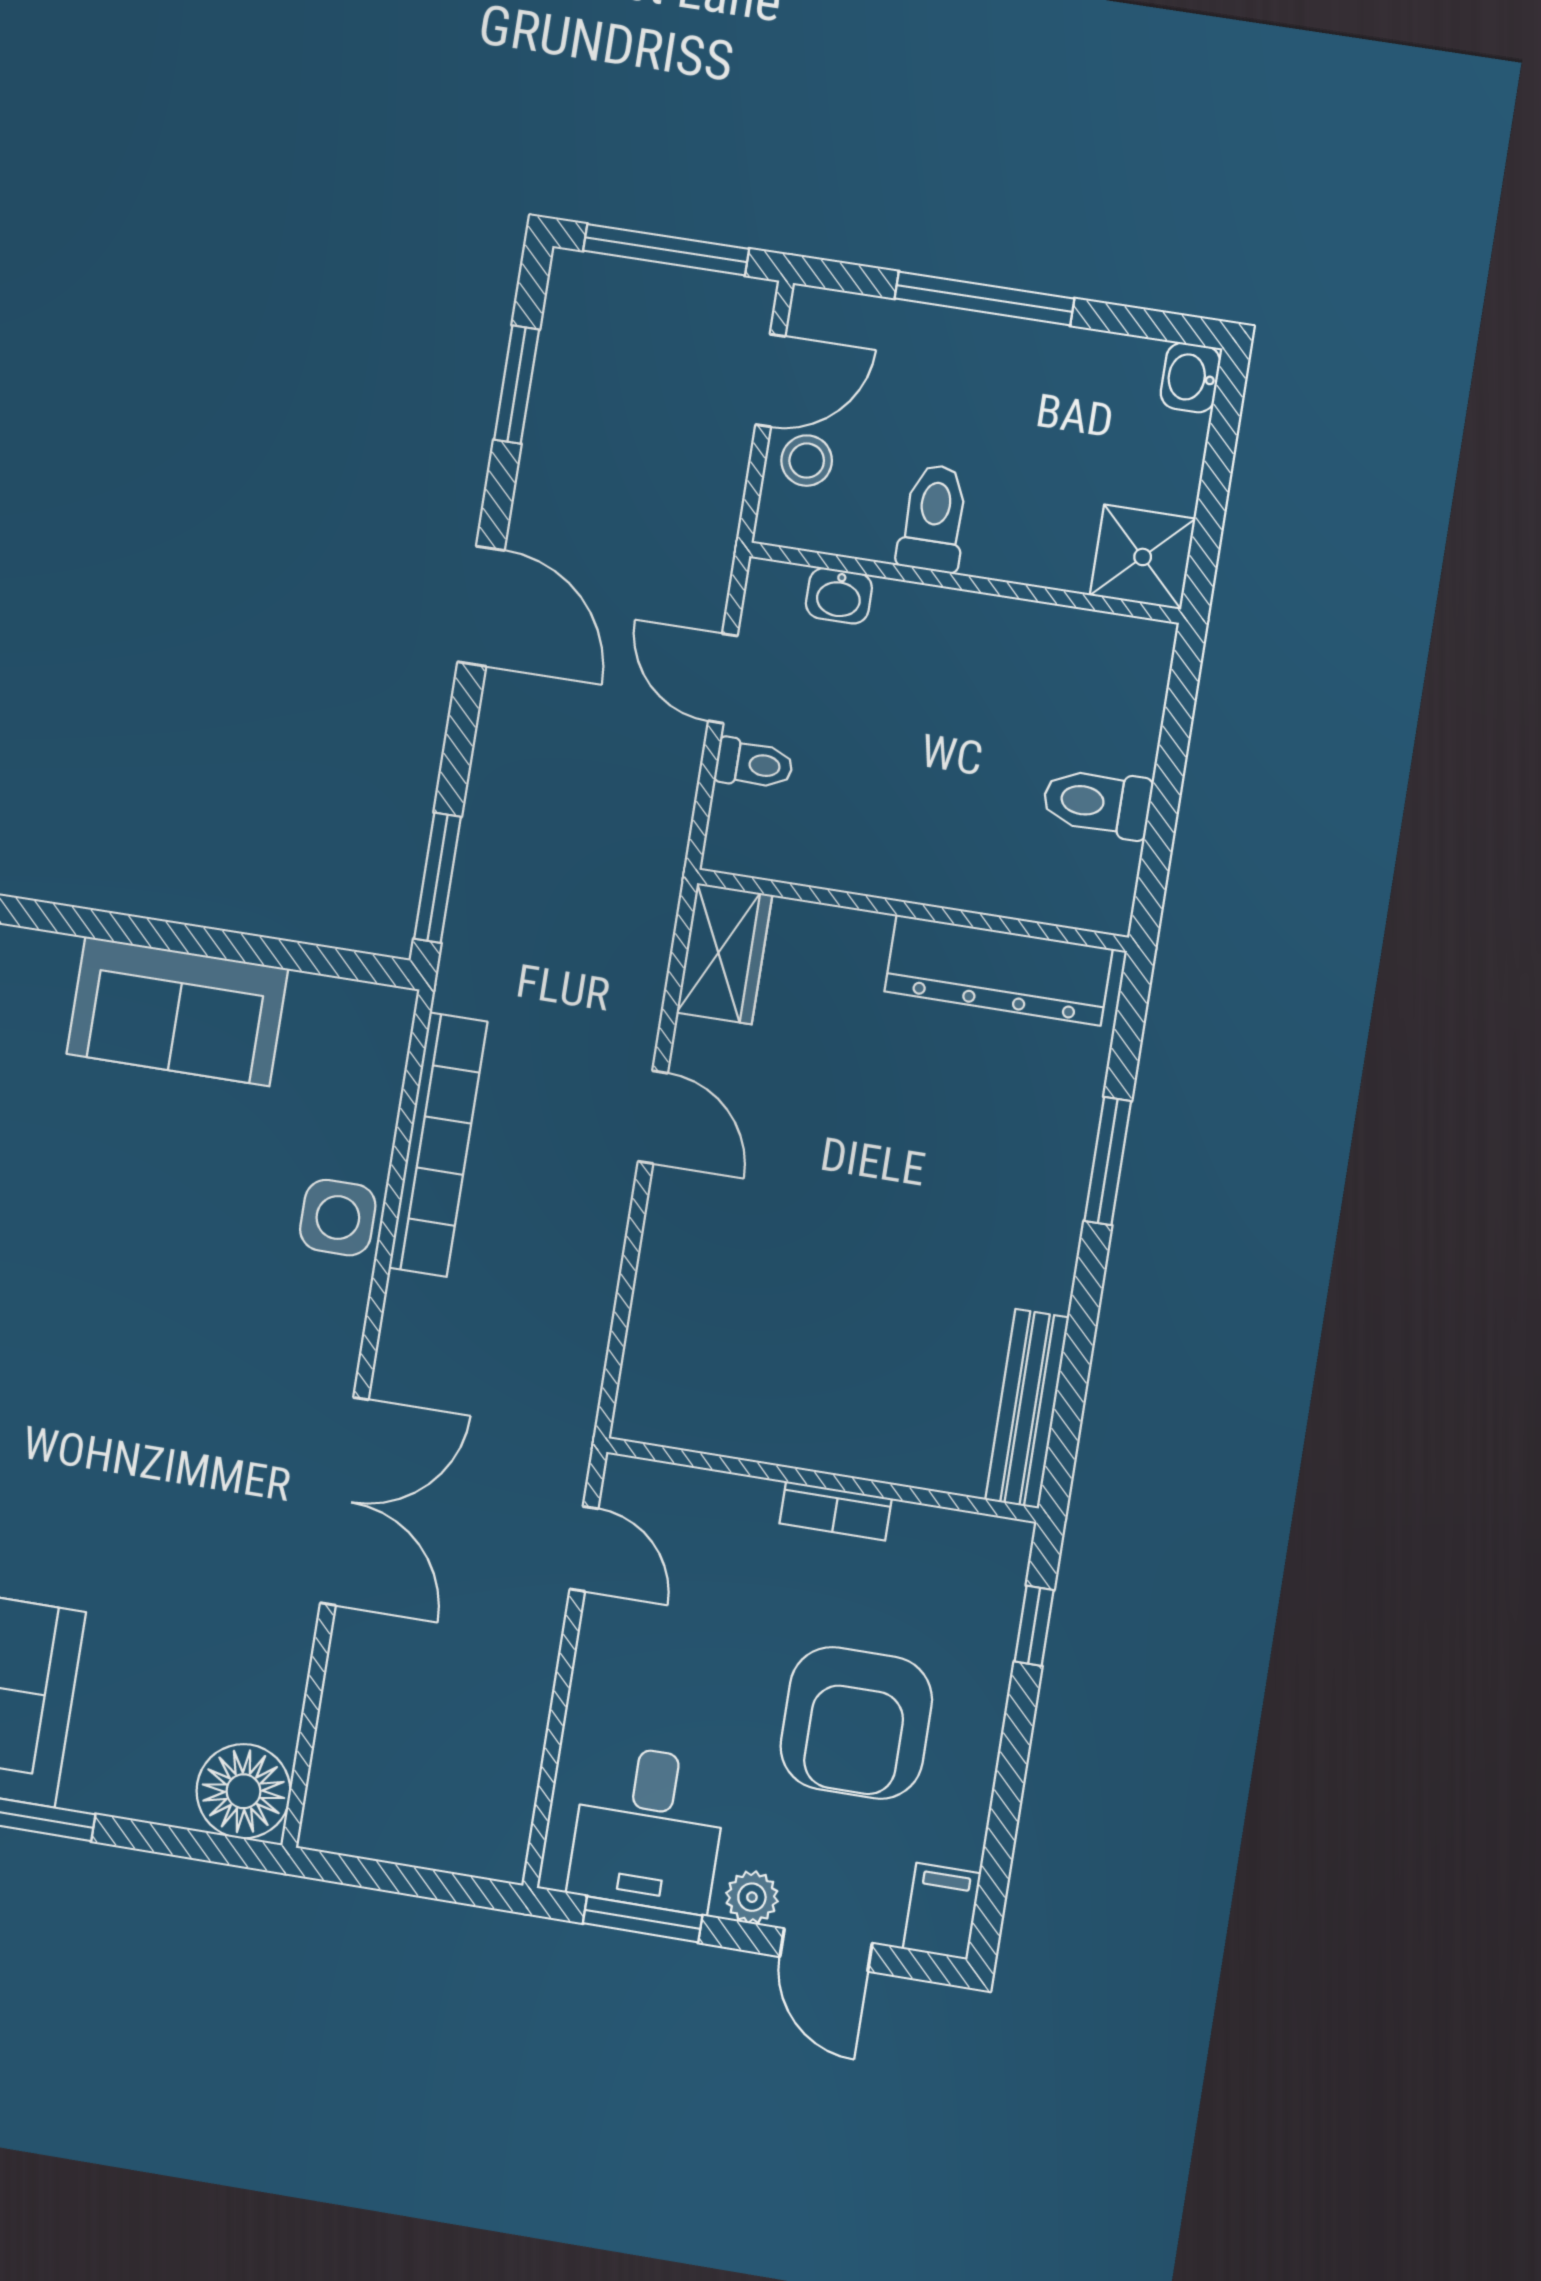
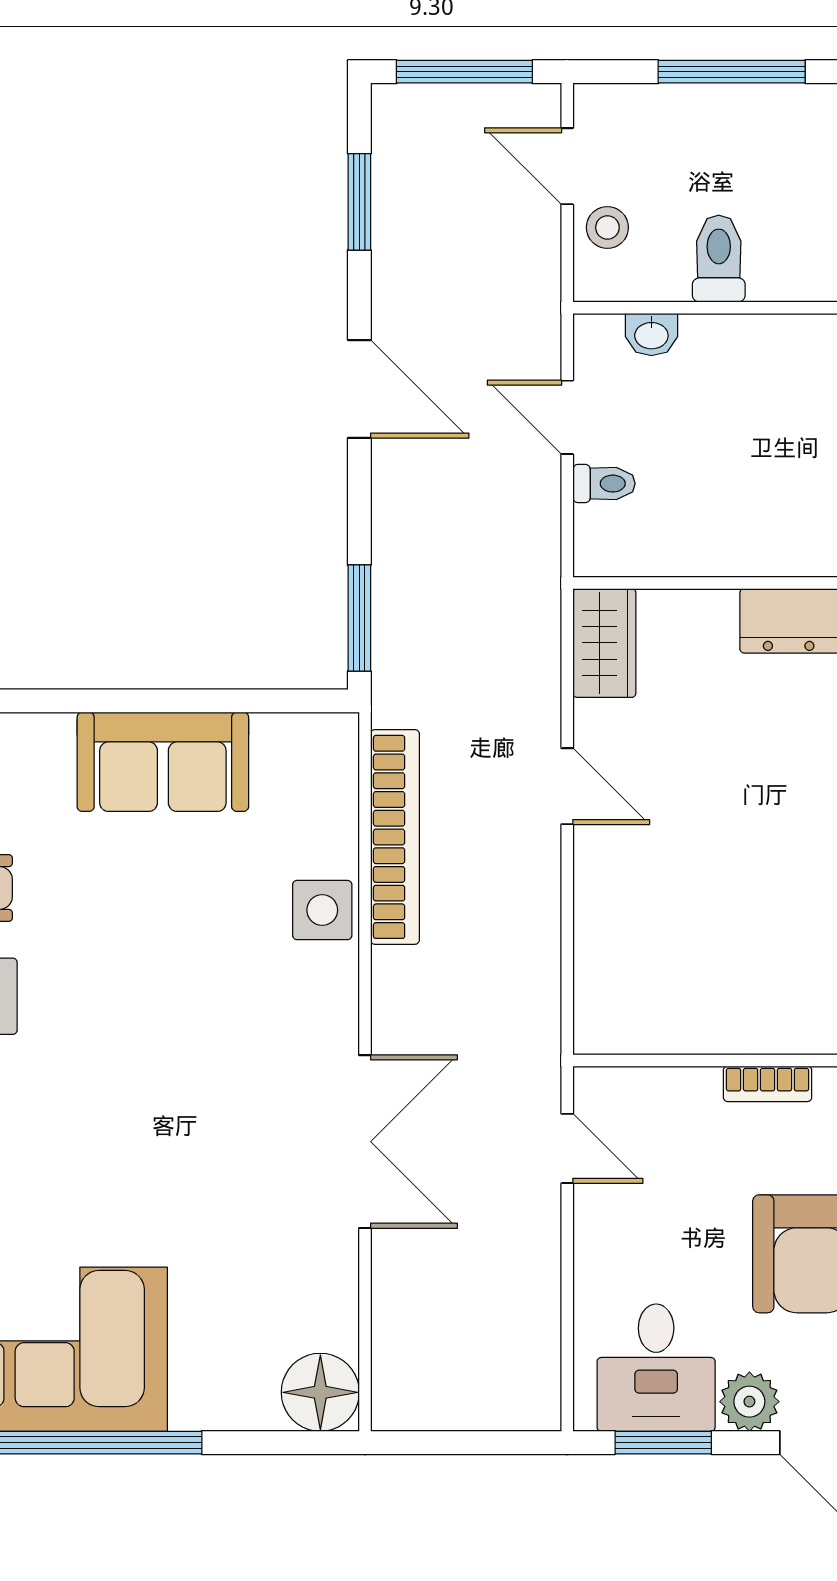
door: (770, 381) -> (567, 166), swing flipped
plant: (752, 1897) -> (749, 1402), width x1.38, depth x1.38

